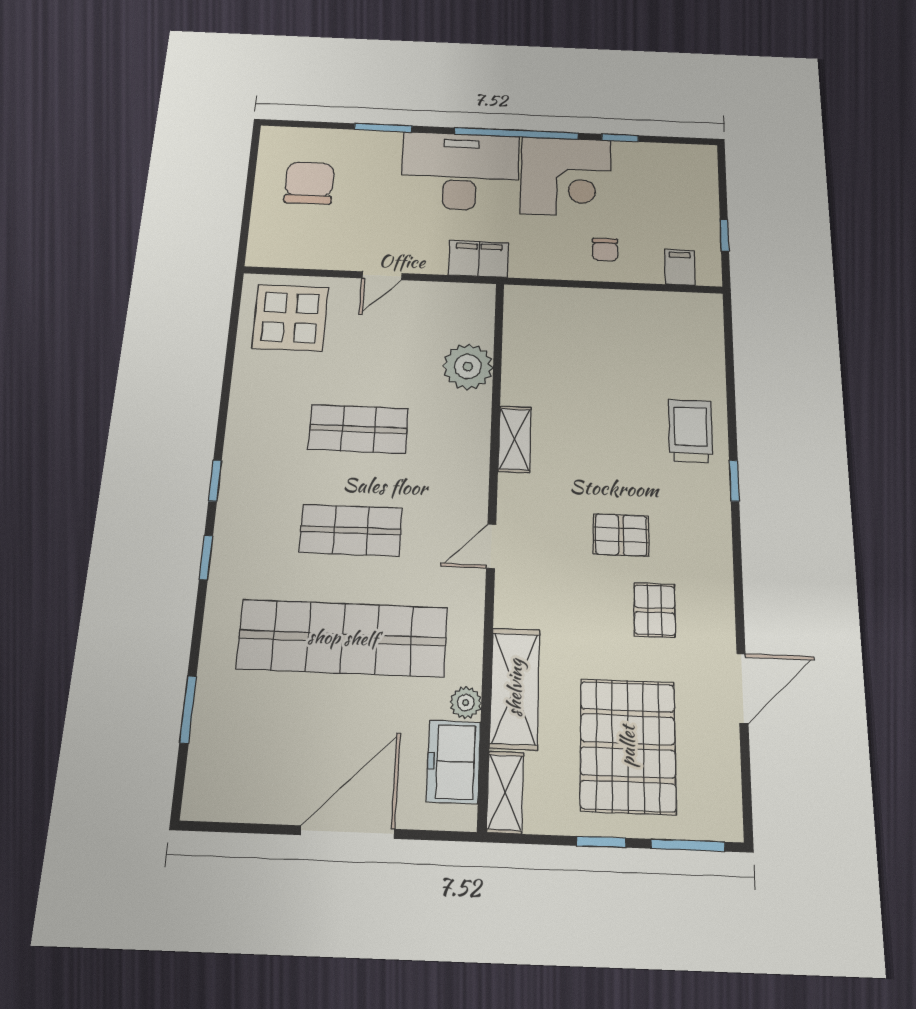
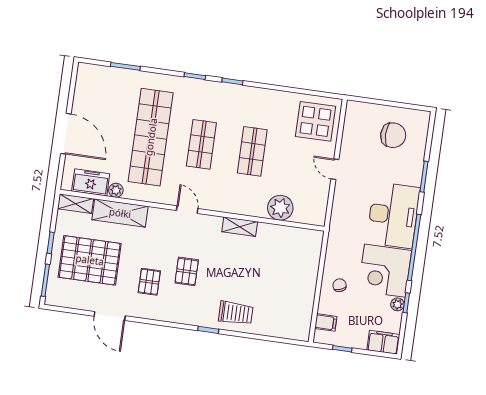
plant: (625, 152) -> (397, 304), added
chair: (605, 249) -> (340, 285), turned 71
filing cabinet: (479, 259) -> (383, 342), moved, turned -90
pallet: (655, 610) -> (149, 282), turned 90

